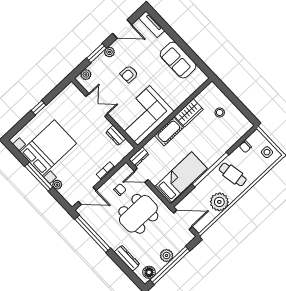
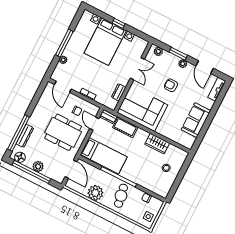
cot: (169, 131) -> (125, 127), moved
bed with nightstands: (48, 148) -> (105, 42), moved, turned 90
window: (93, 234) -> (18, 133), moved

